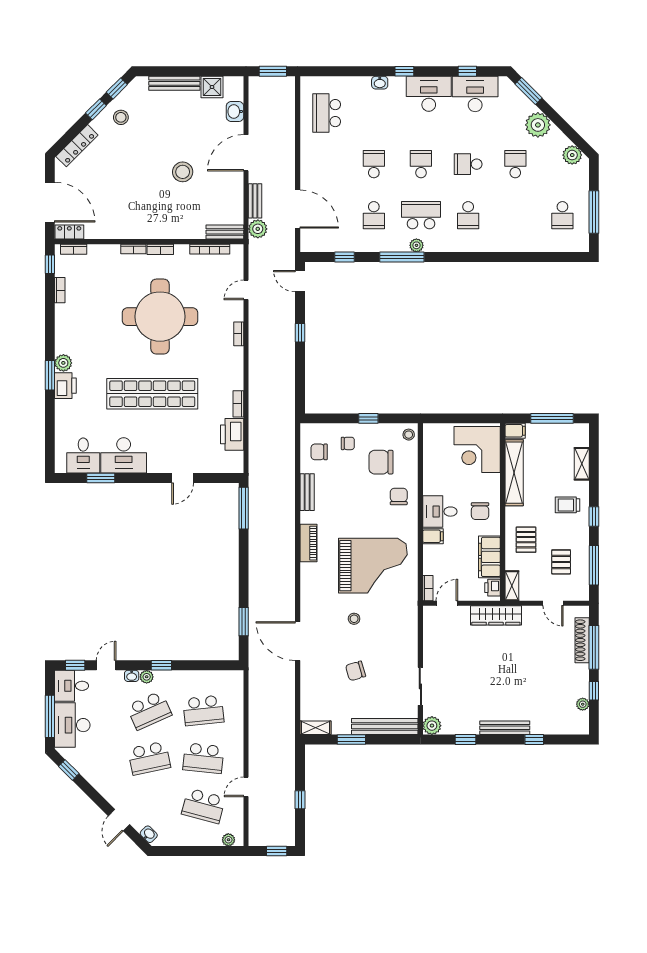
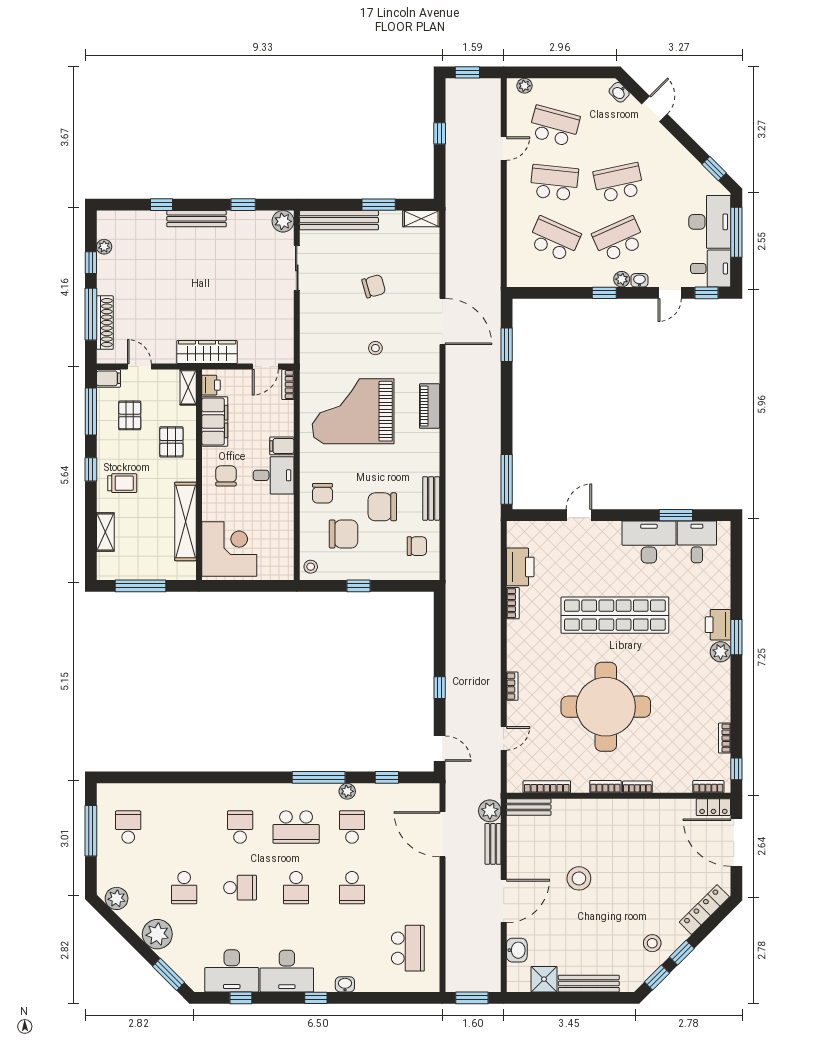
plant: (416, 245) -> (347, 791), moved
filing cabinet: (515, 431) -> (108, 378), moved, turned 180
chair: (348, 443) -> (382, 507), moved, width x1.87, depth x1.87
piano: (309, 543) -> (430, 406), moved
school desk: (203, 711) -> (554, 239), turned 30

